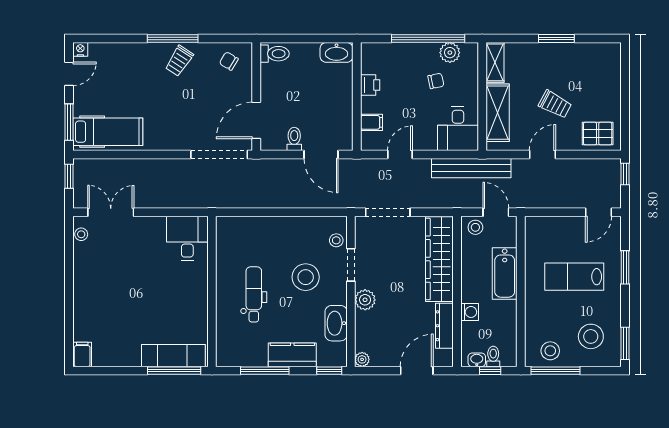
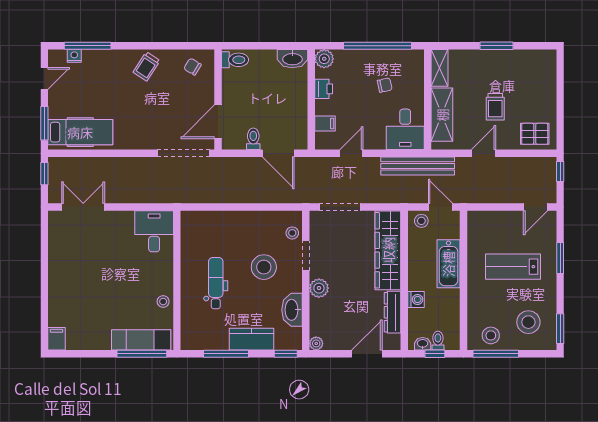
window: (173, 39) -> (88, 46), moved
nightstand: (80, 49) -> (74, 56), moved
plant: (450, 53) -> (324, 59), moved
trolley: (555, 104) -> (495, 107), turned 62
stool: (81, 234) -> (163, 302), moved

